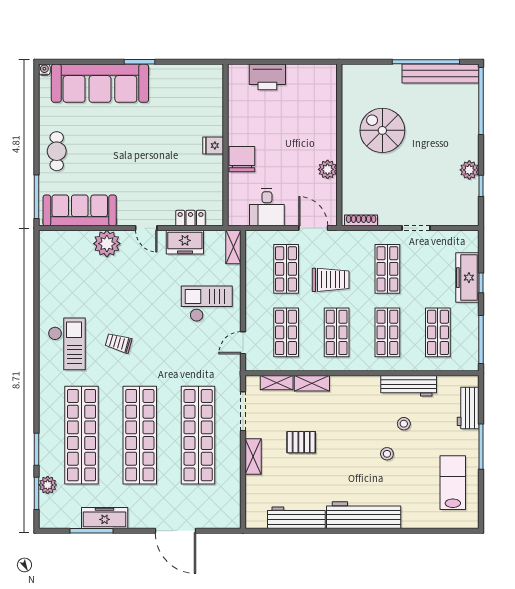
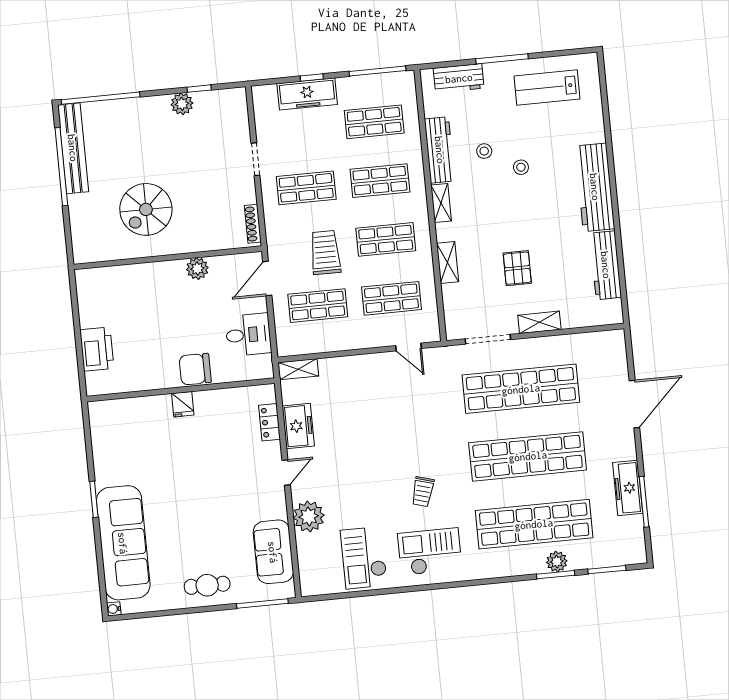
sofa: (80, 210) -> (273, 552), width x0.73
checkout: (207, 304) -> (364, 558), moved
shelving: (277, 383) -> (441, 203), moved
plant: (48, 485) -> (557, 562), moved

